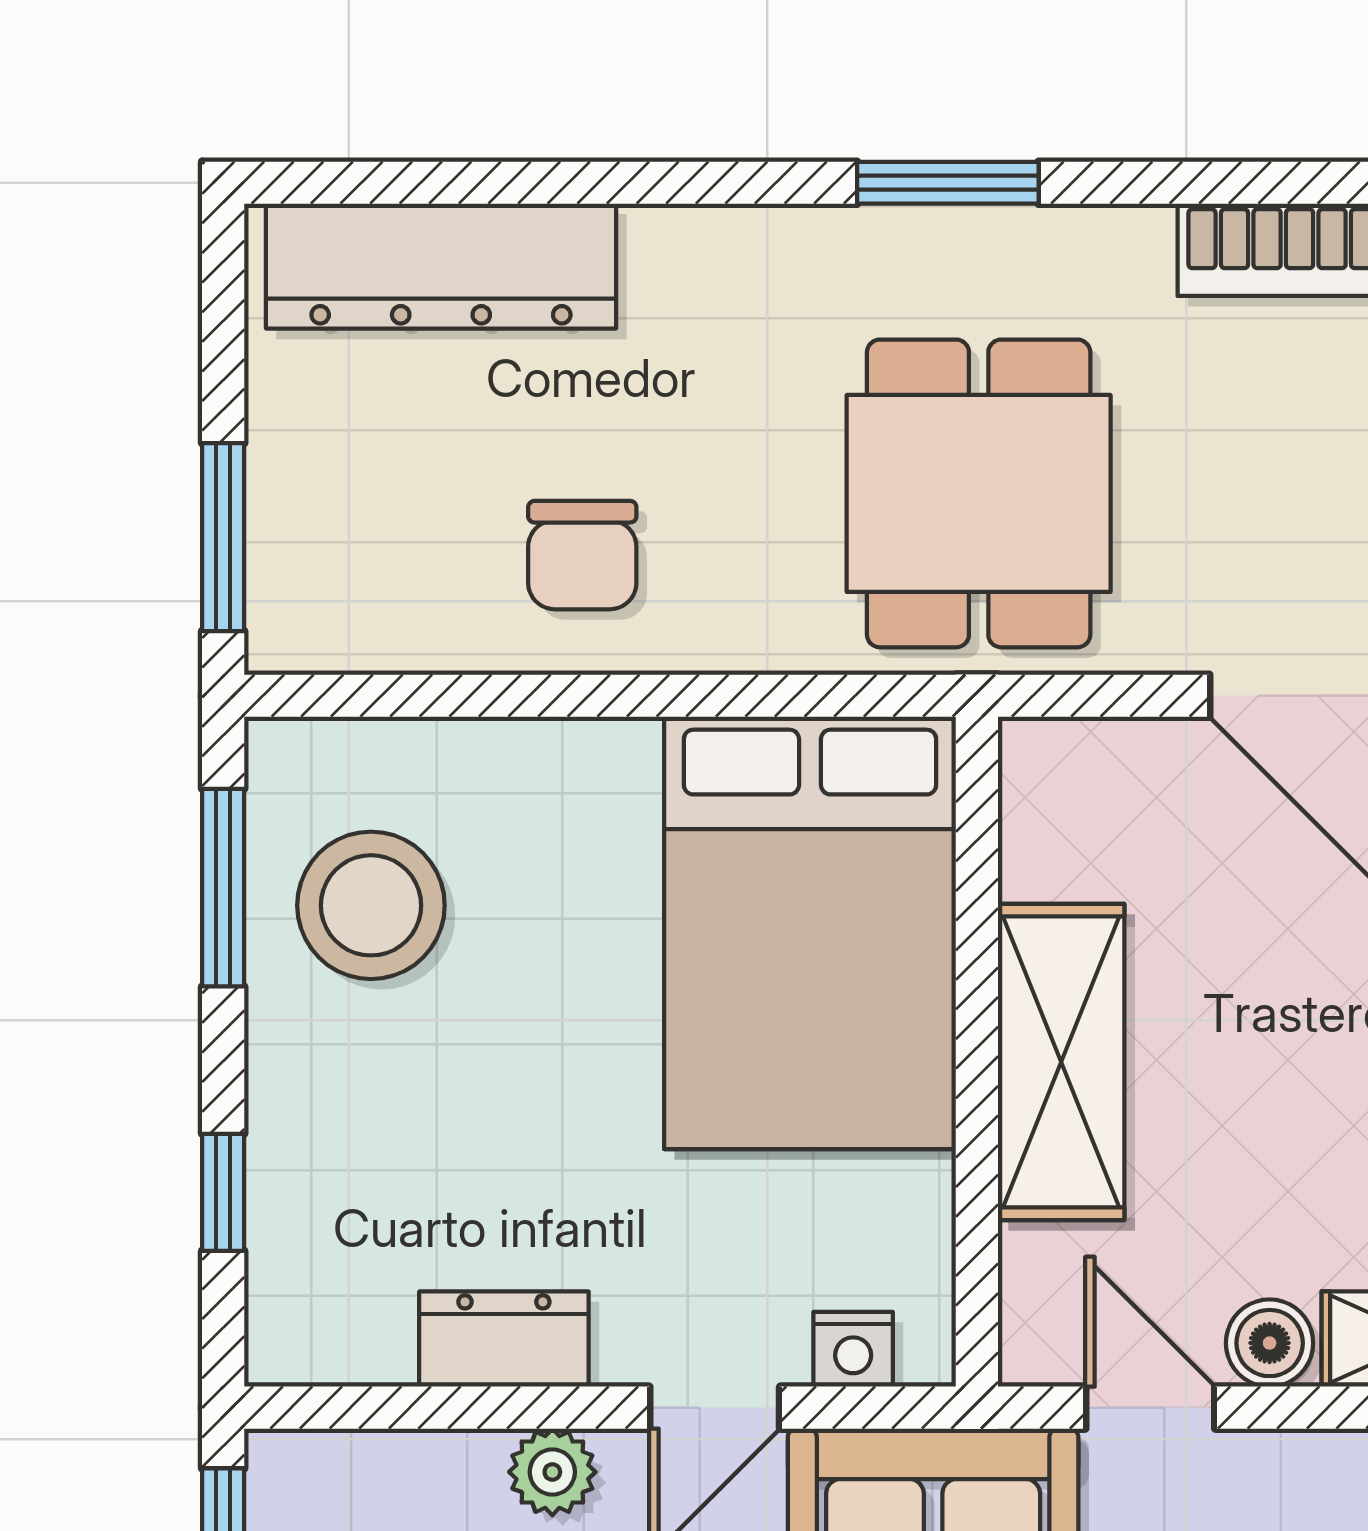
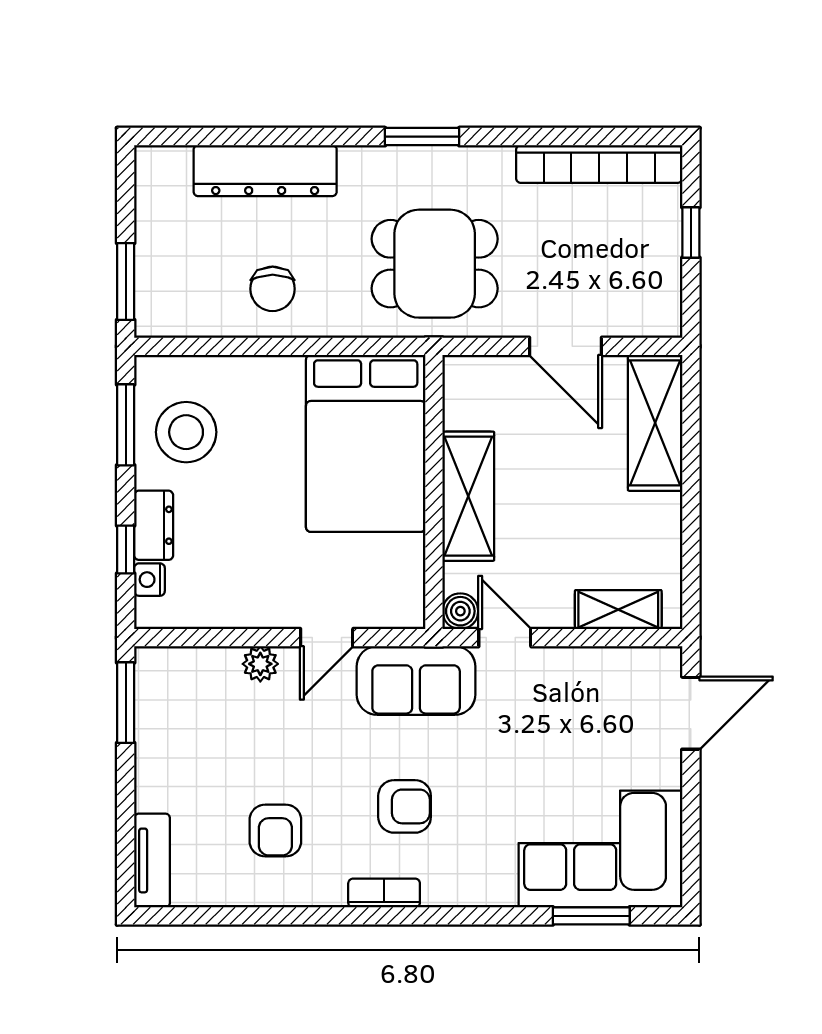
dresser: (441, 266) -> (265, 171), moved
dining table: (979, 493) -> (435, 264), turned 90
dresser: (504, 1339) -> (154, 525), moved, turned 90
boiler: (1270, 1343) -> (460, 611), moved
nightstand: (853, 1349) -> (149, 580), moved, turned 90

